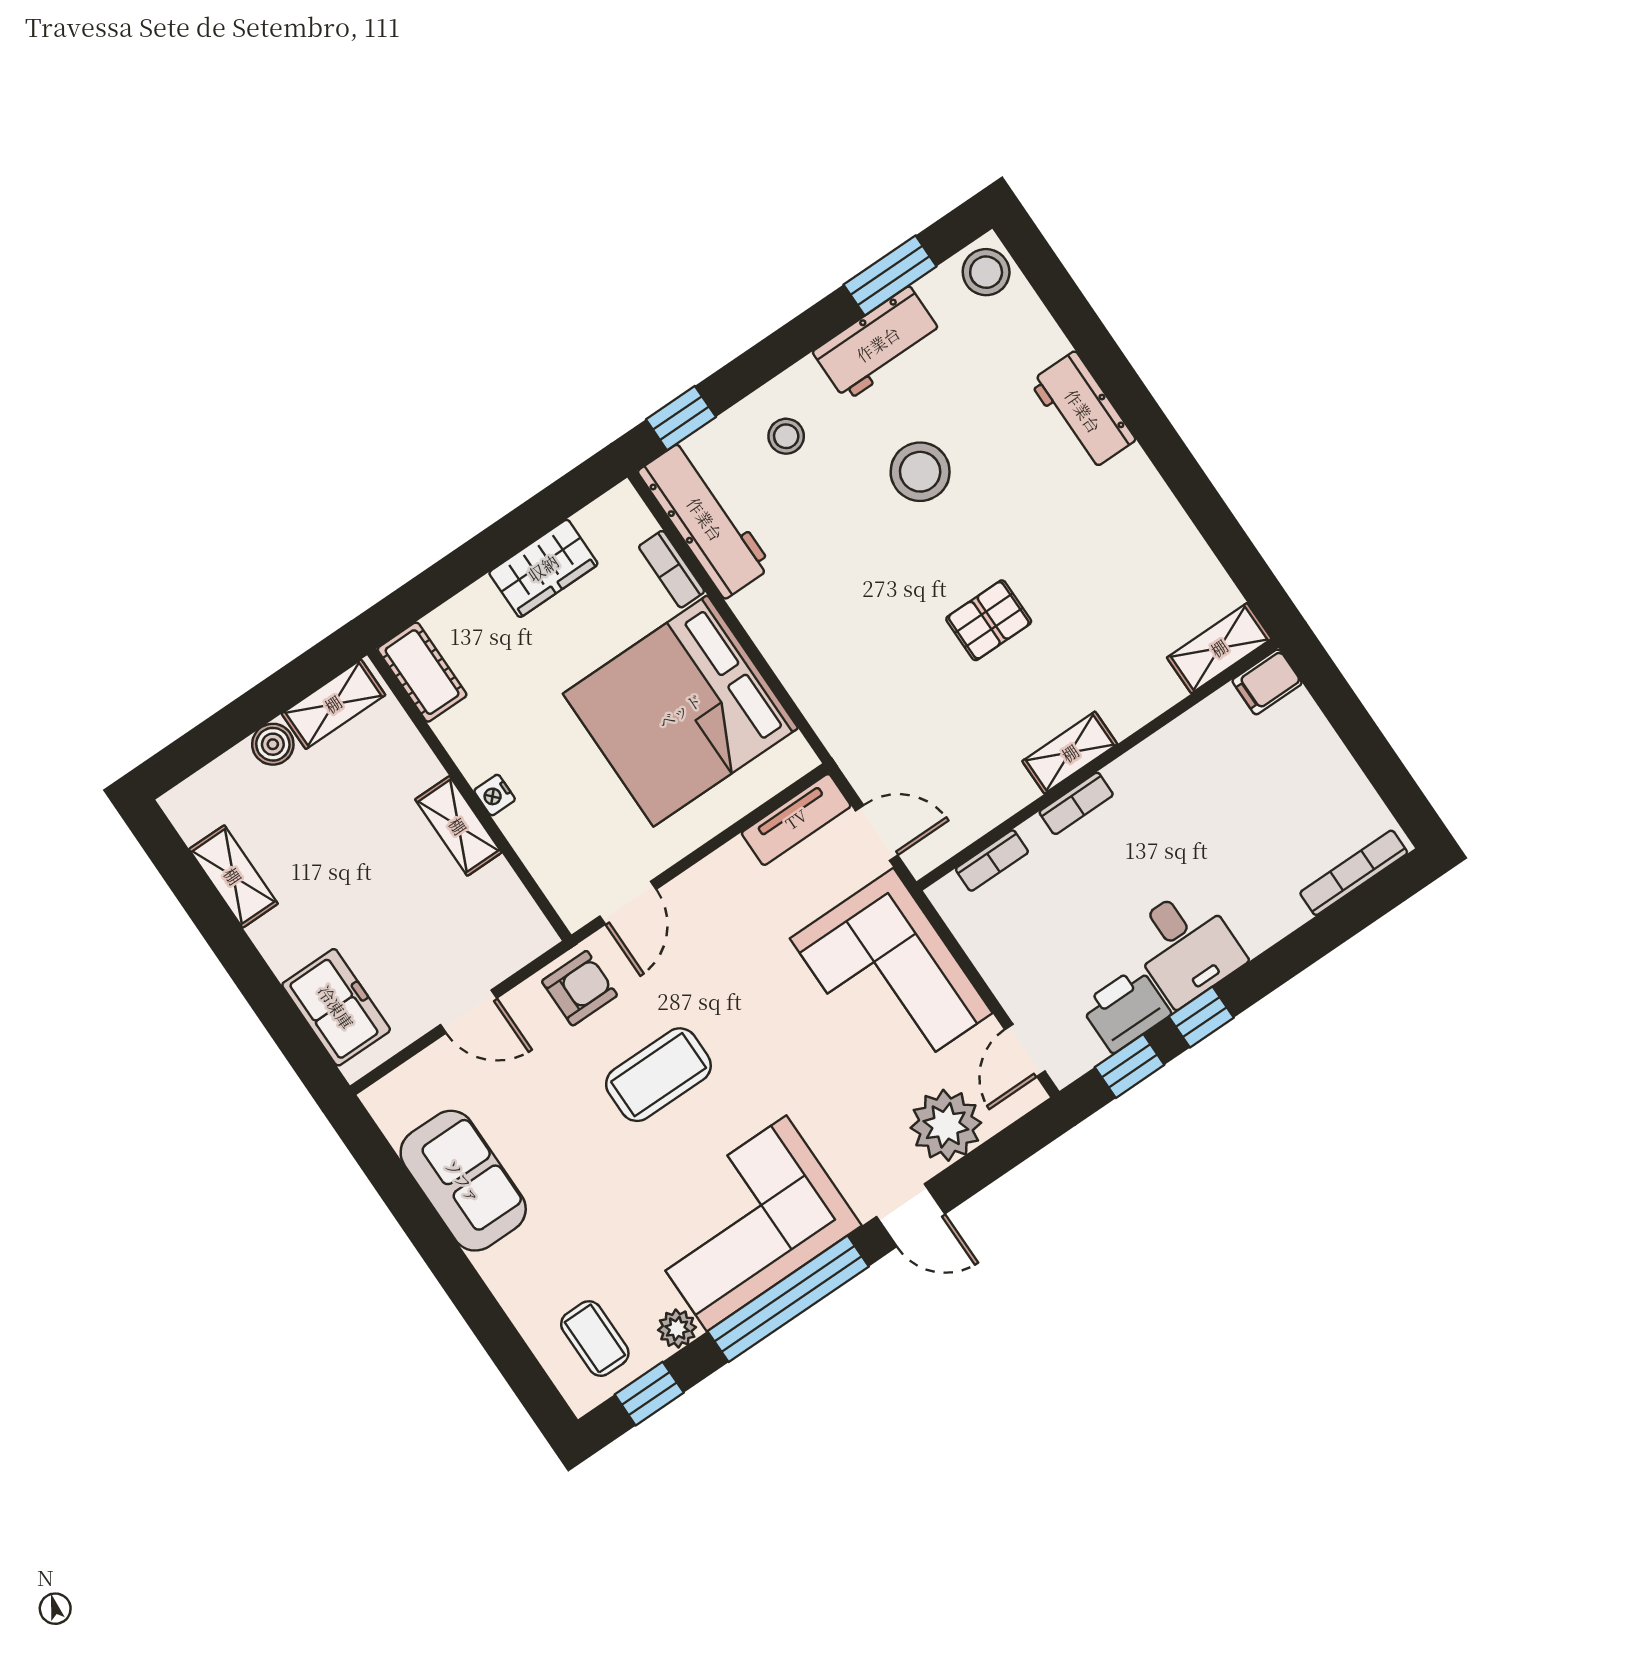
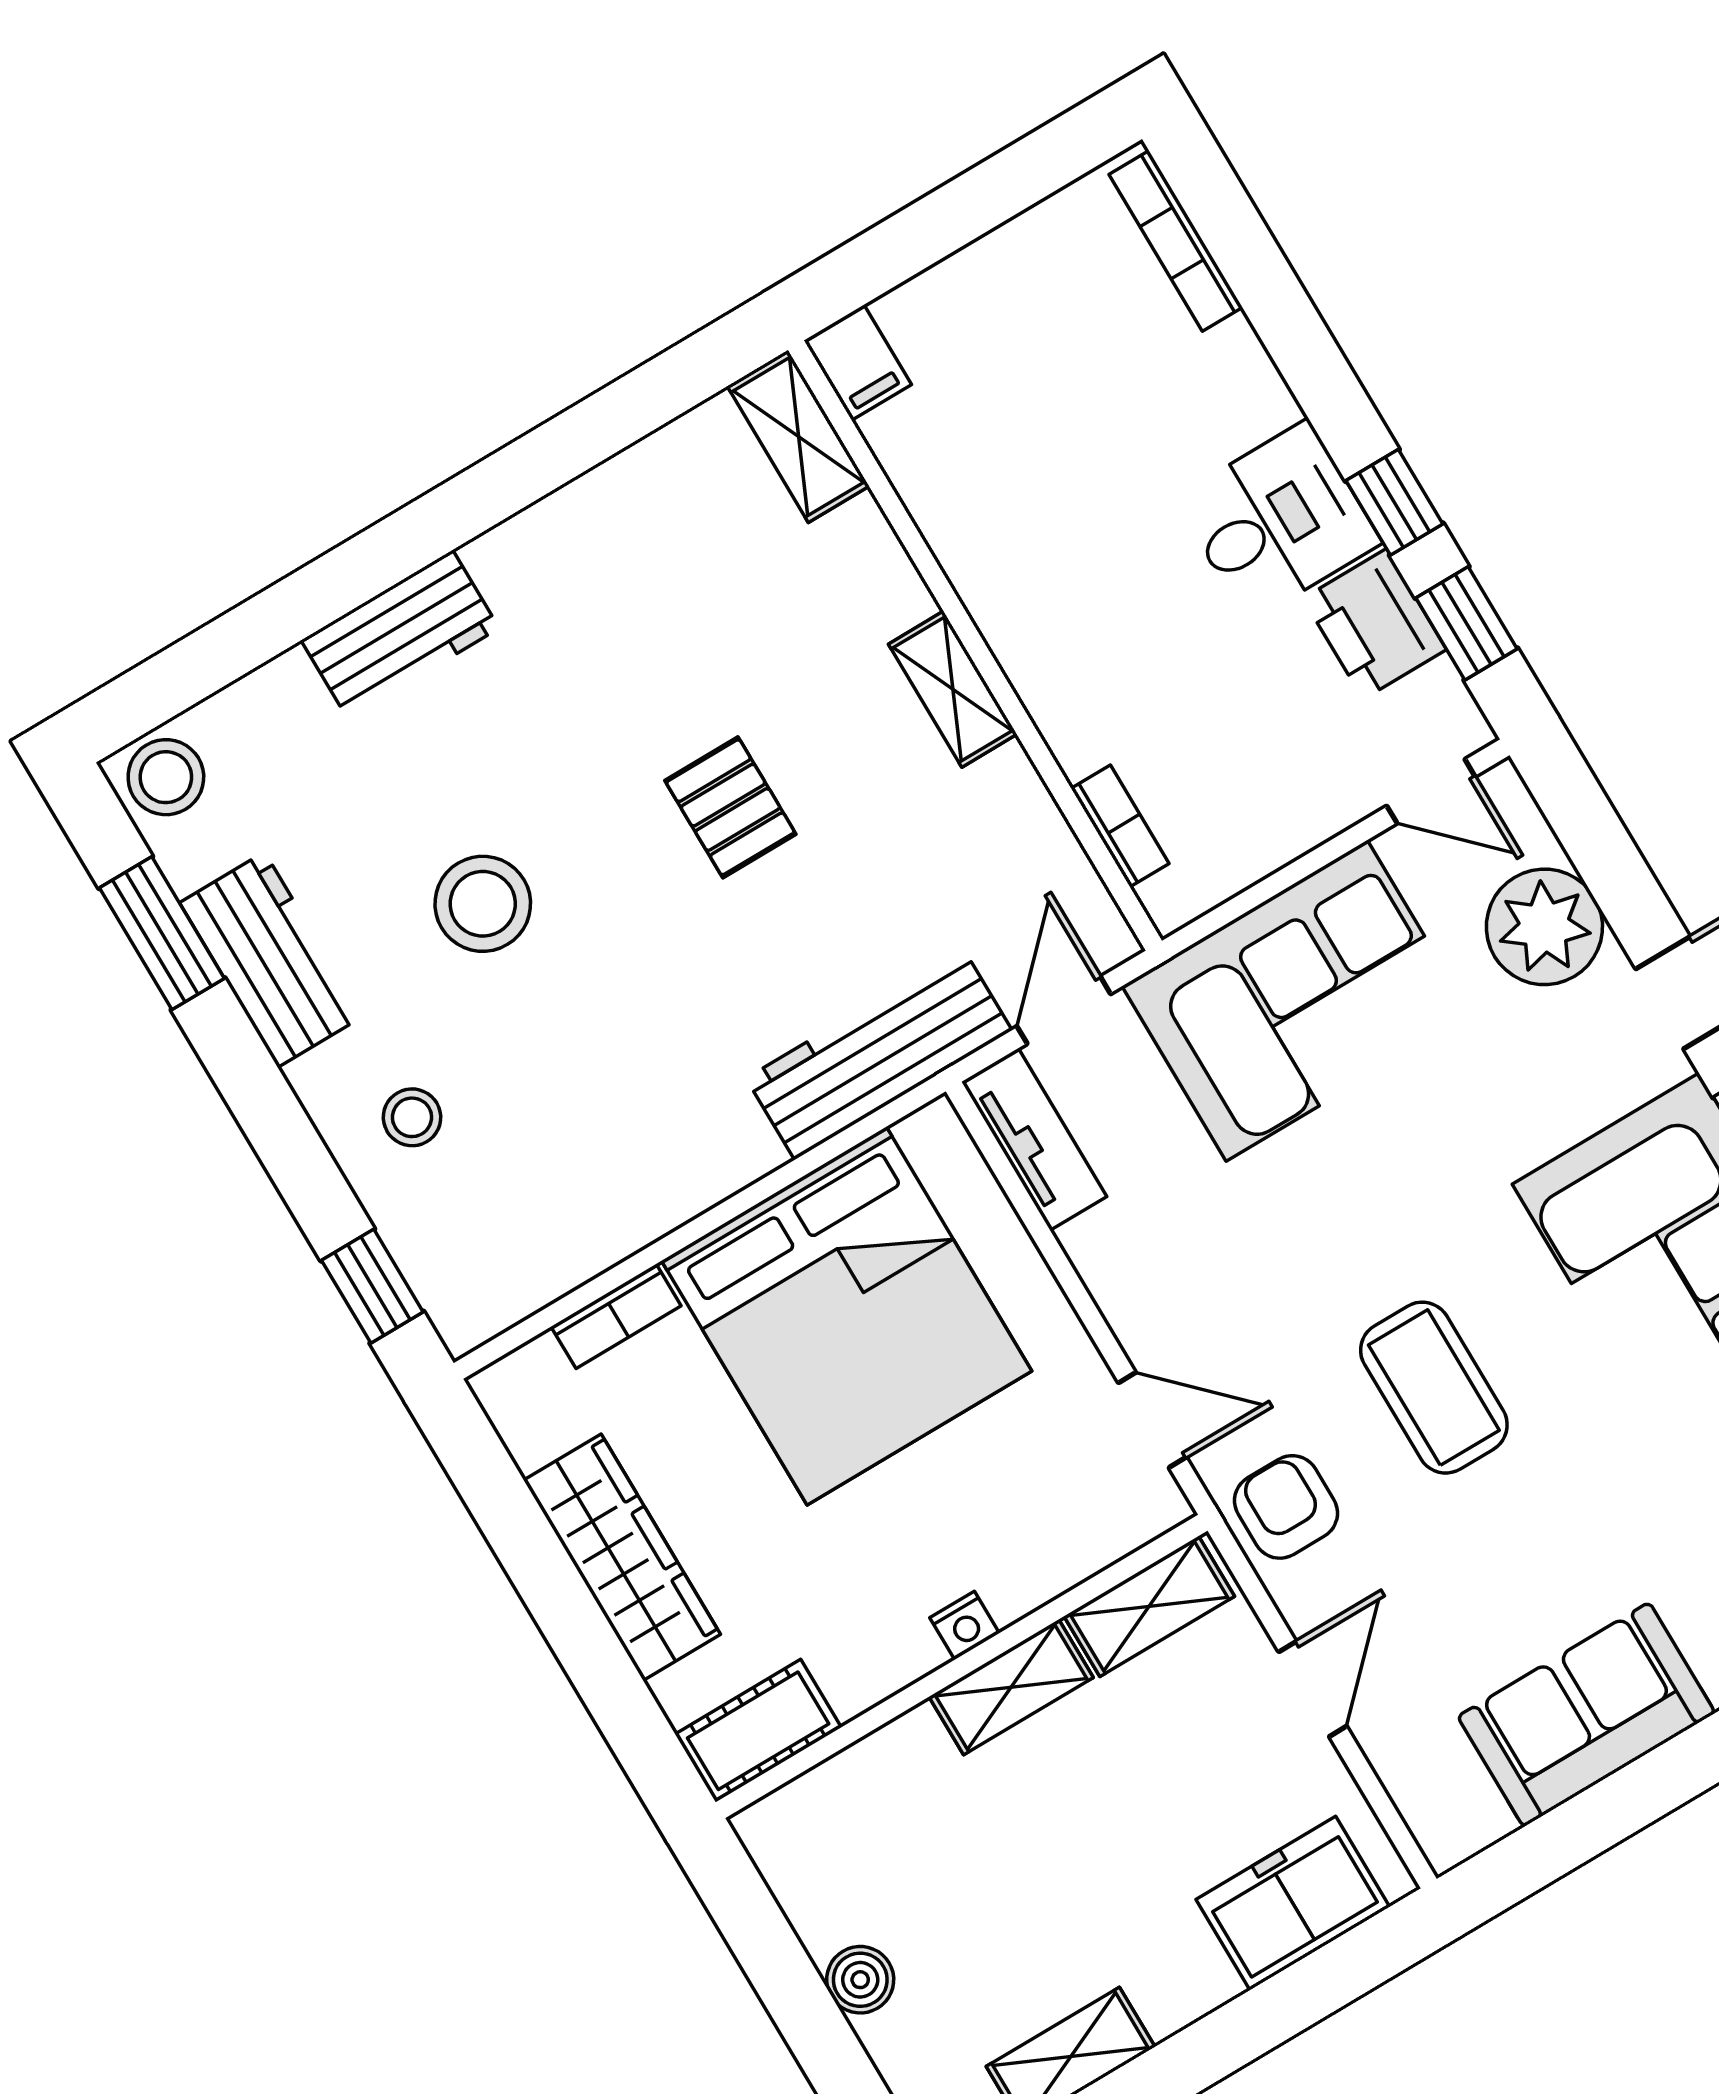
workbench: (705, 519) -> (879, 1054), moved
wardrobe: (543, 568) -> (622, 1557), width x1.50
shelving: (333, 704) -> (1149, 1606), moved, turned 90
bookcase: (1076, 803) -> (1036, 684), removed

